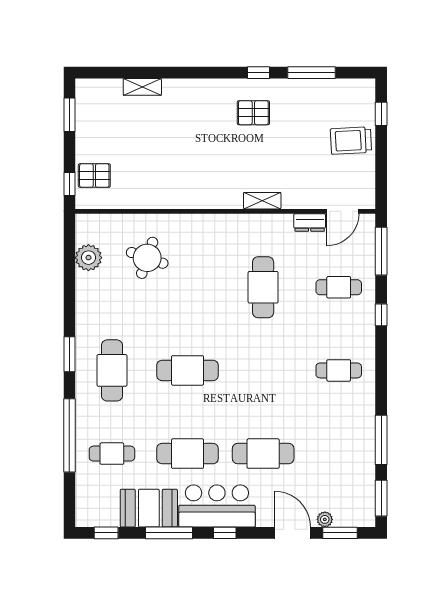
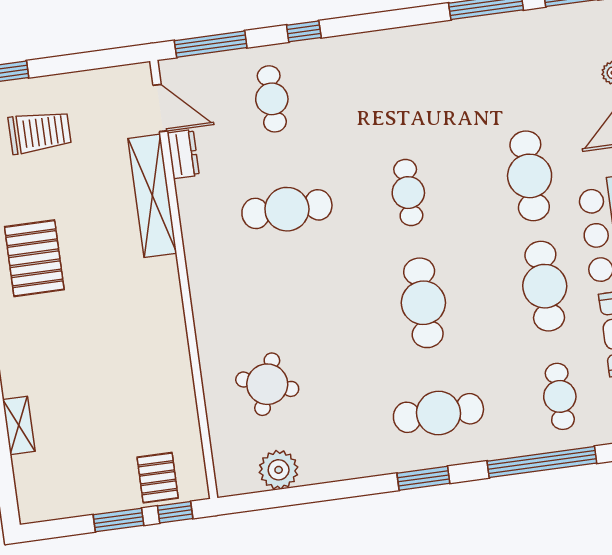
pallet: (253, 113) -> (34, 258), width x1.50, depth x1.42
window: (69, 115) -> (119, 520), moved
trolley: (351, 141) -> (40, 132), moved, turned -87
shelving: (262, 201) -> (152, 196), width x2.20, depth x1.33
cafe table: (339, 370) -> (408, 193), moved

